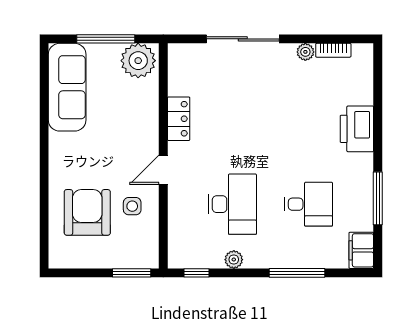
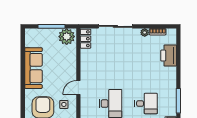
sofa: (67, 87) -> (34, 68), moved
locker: (179, 119) -> (86, 39), moved
printer: (357, 129) -> (169, 56), moved

